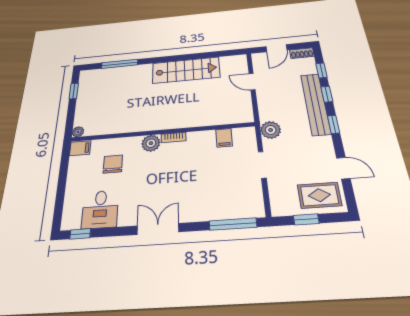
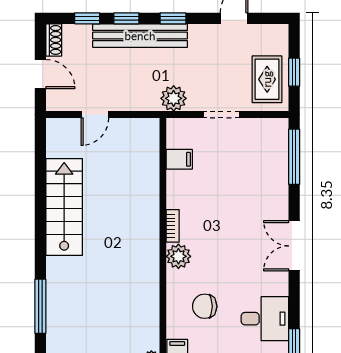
rug: (319, 195) -> (267, 79), moved

